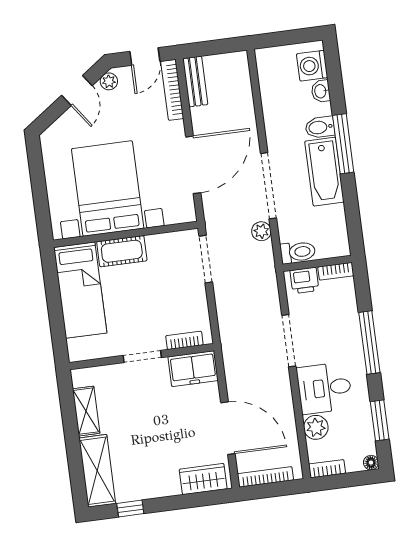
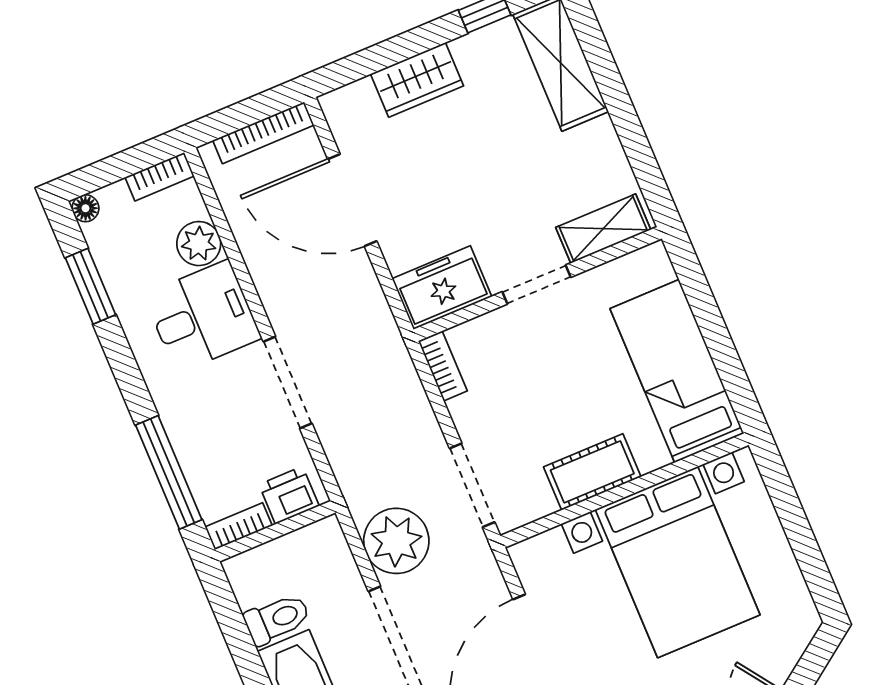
plant: (261, 231) -> (396, 541), width x1.88, depth x1.88
cot: (122, 251) -> (592, 472), moved
toilet: (298, 252) -> (277, 619), moved, turned 180
bookcase: (184, 340) -> (443, 366), moved, turned -90
window: (369, 343) -> (169, 472), moved
shelving: (86, 411) -> (603, 229), moved, turned 90
wardrobe: (203, 479) -> (417, 80), moved

